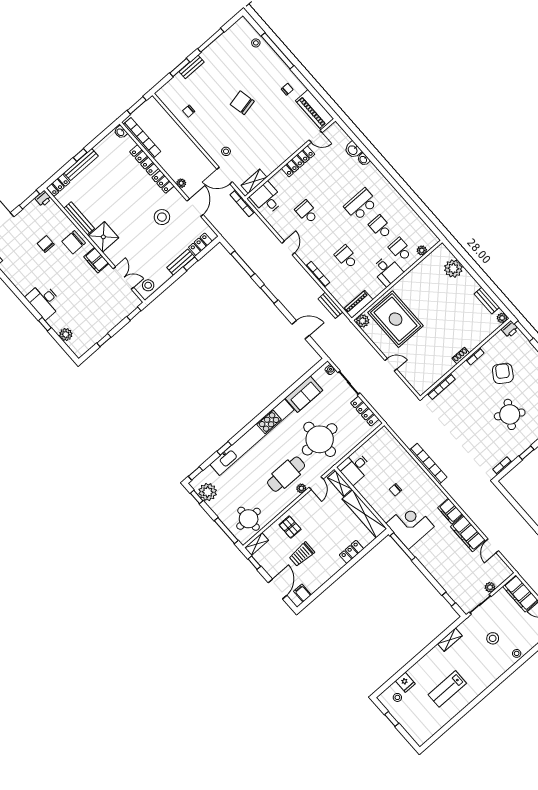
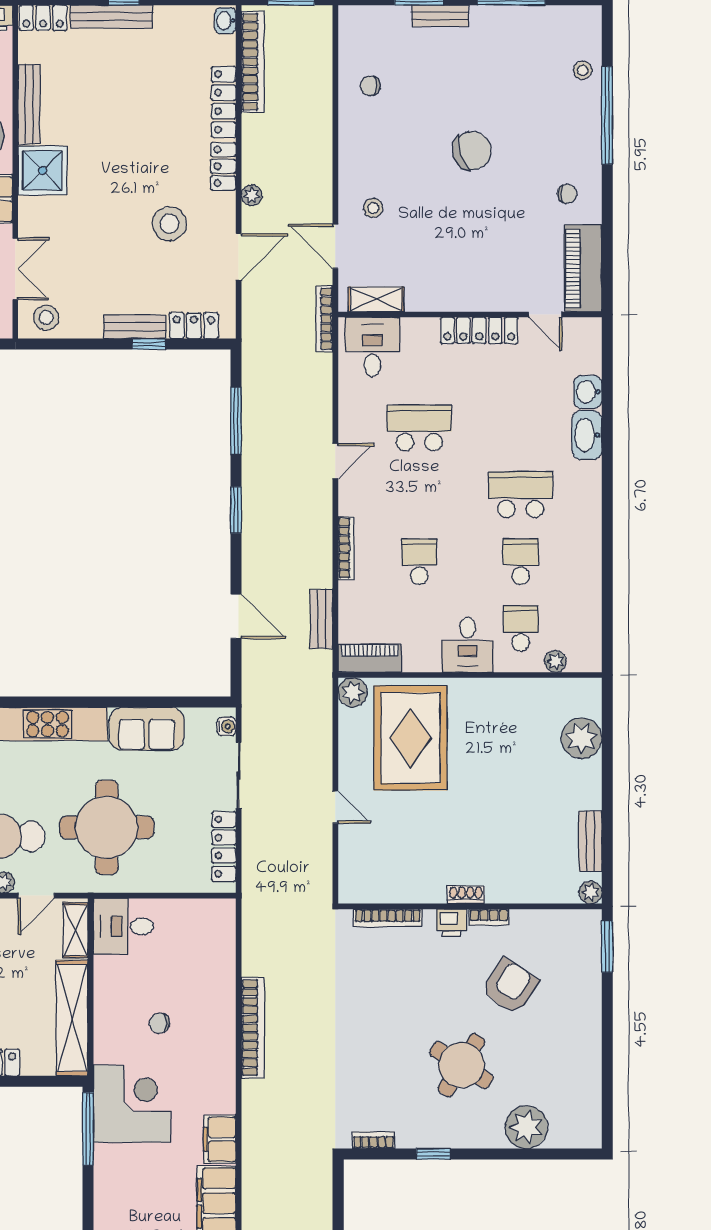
chair: (242, 103) -> (472, 151), turned 84
washbasin: (363, 159) -> (587, 435), width x1.91, depth x1.45
school desk: (307, 212) -> (419, 428), width x1.85
printer: (510, 329) -> (452, 923), moved

